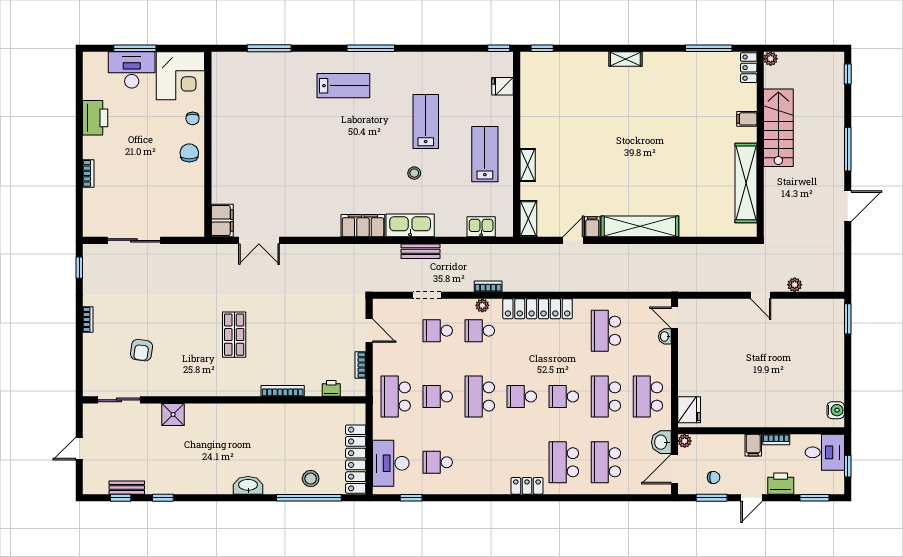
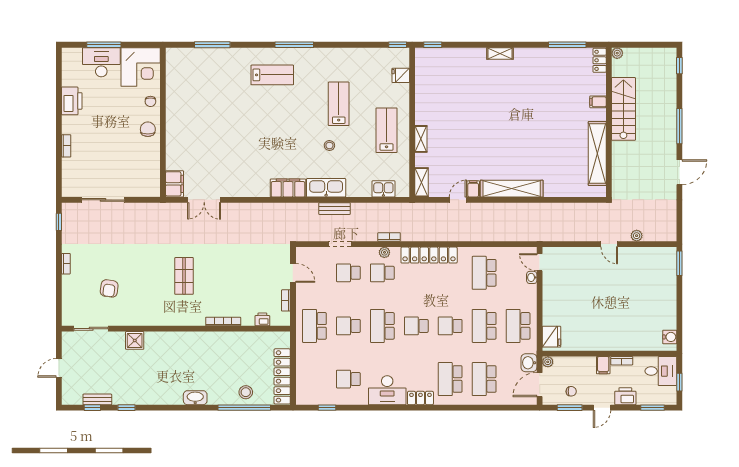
desk: (391, 463) -> (387, 390), moved, turned -90

